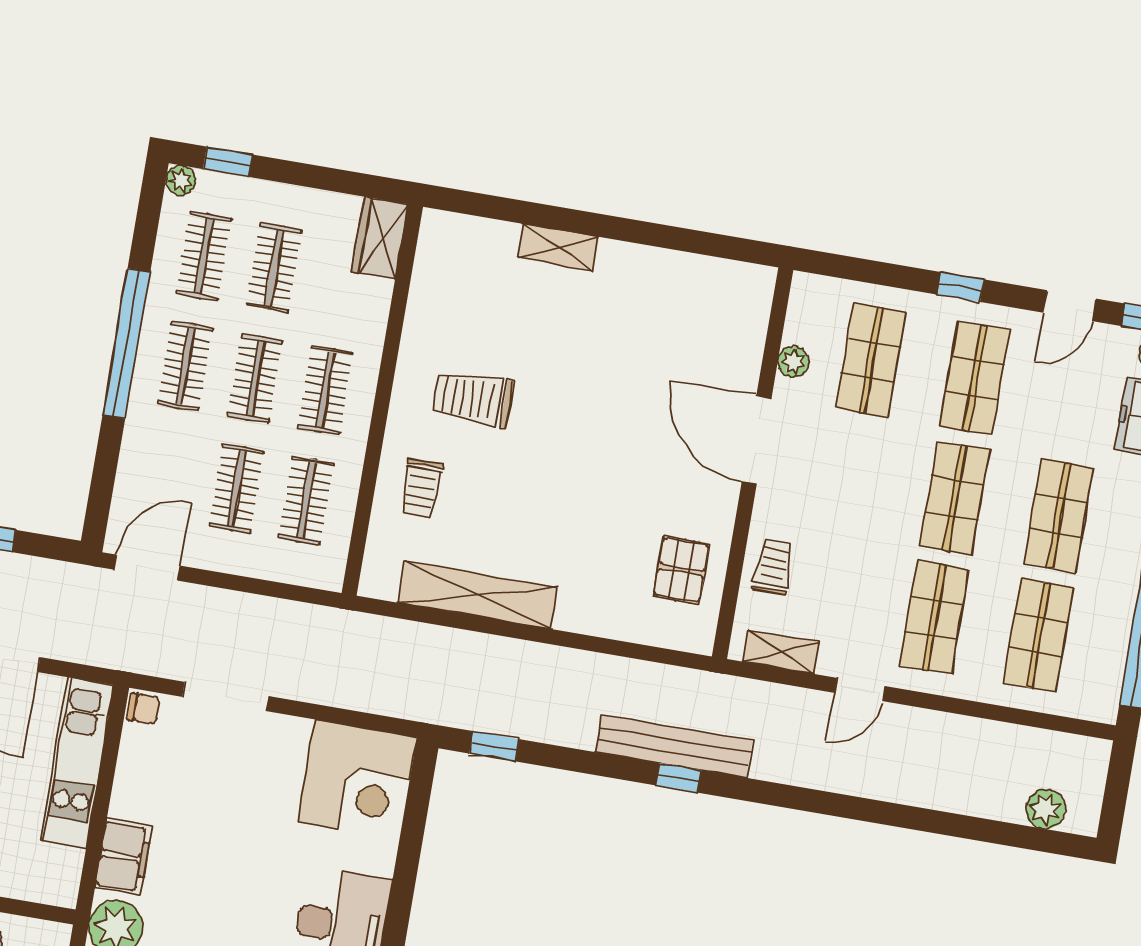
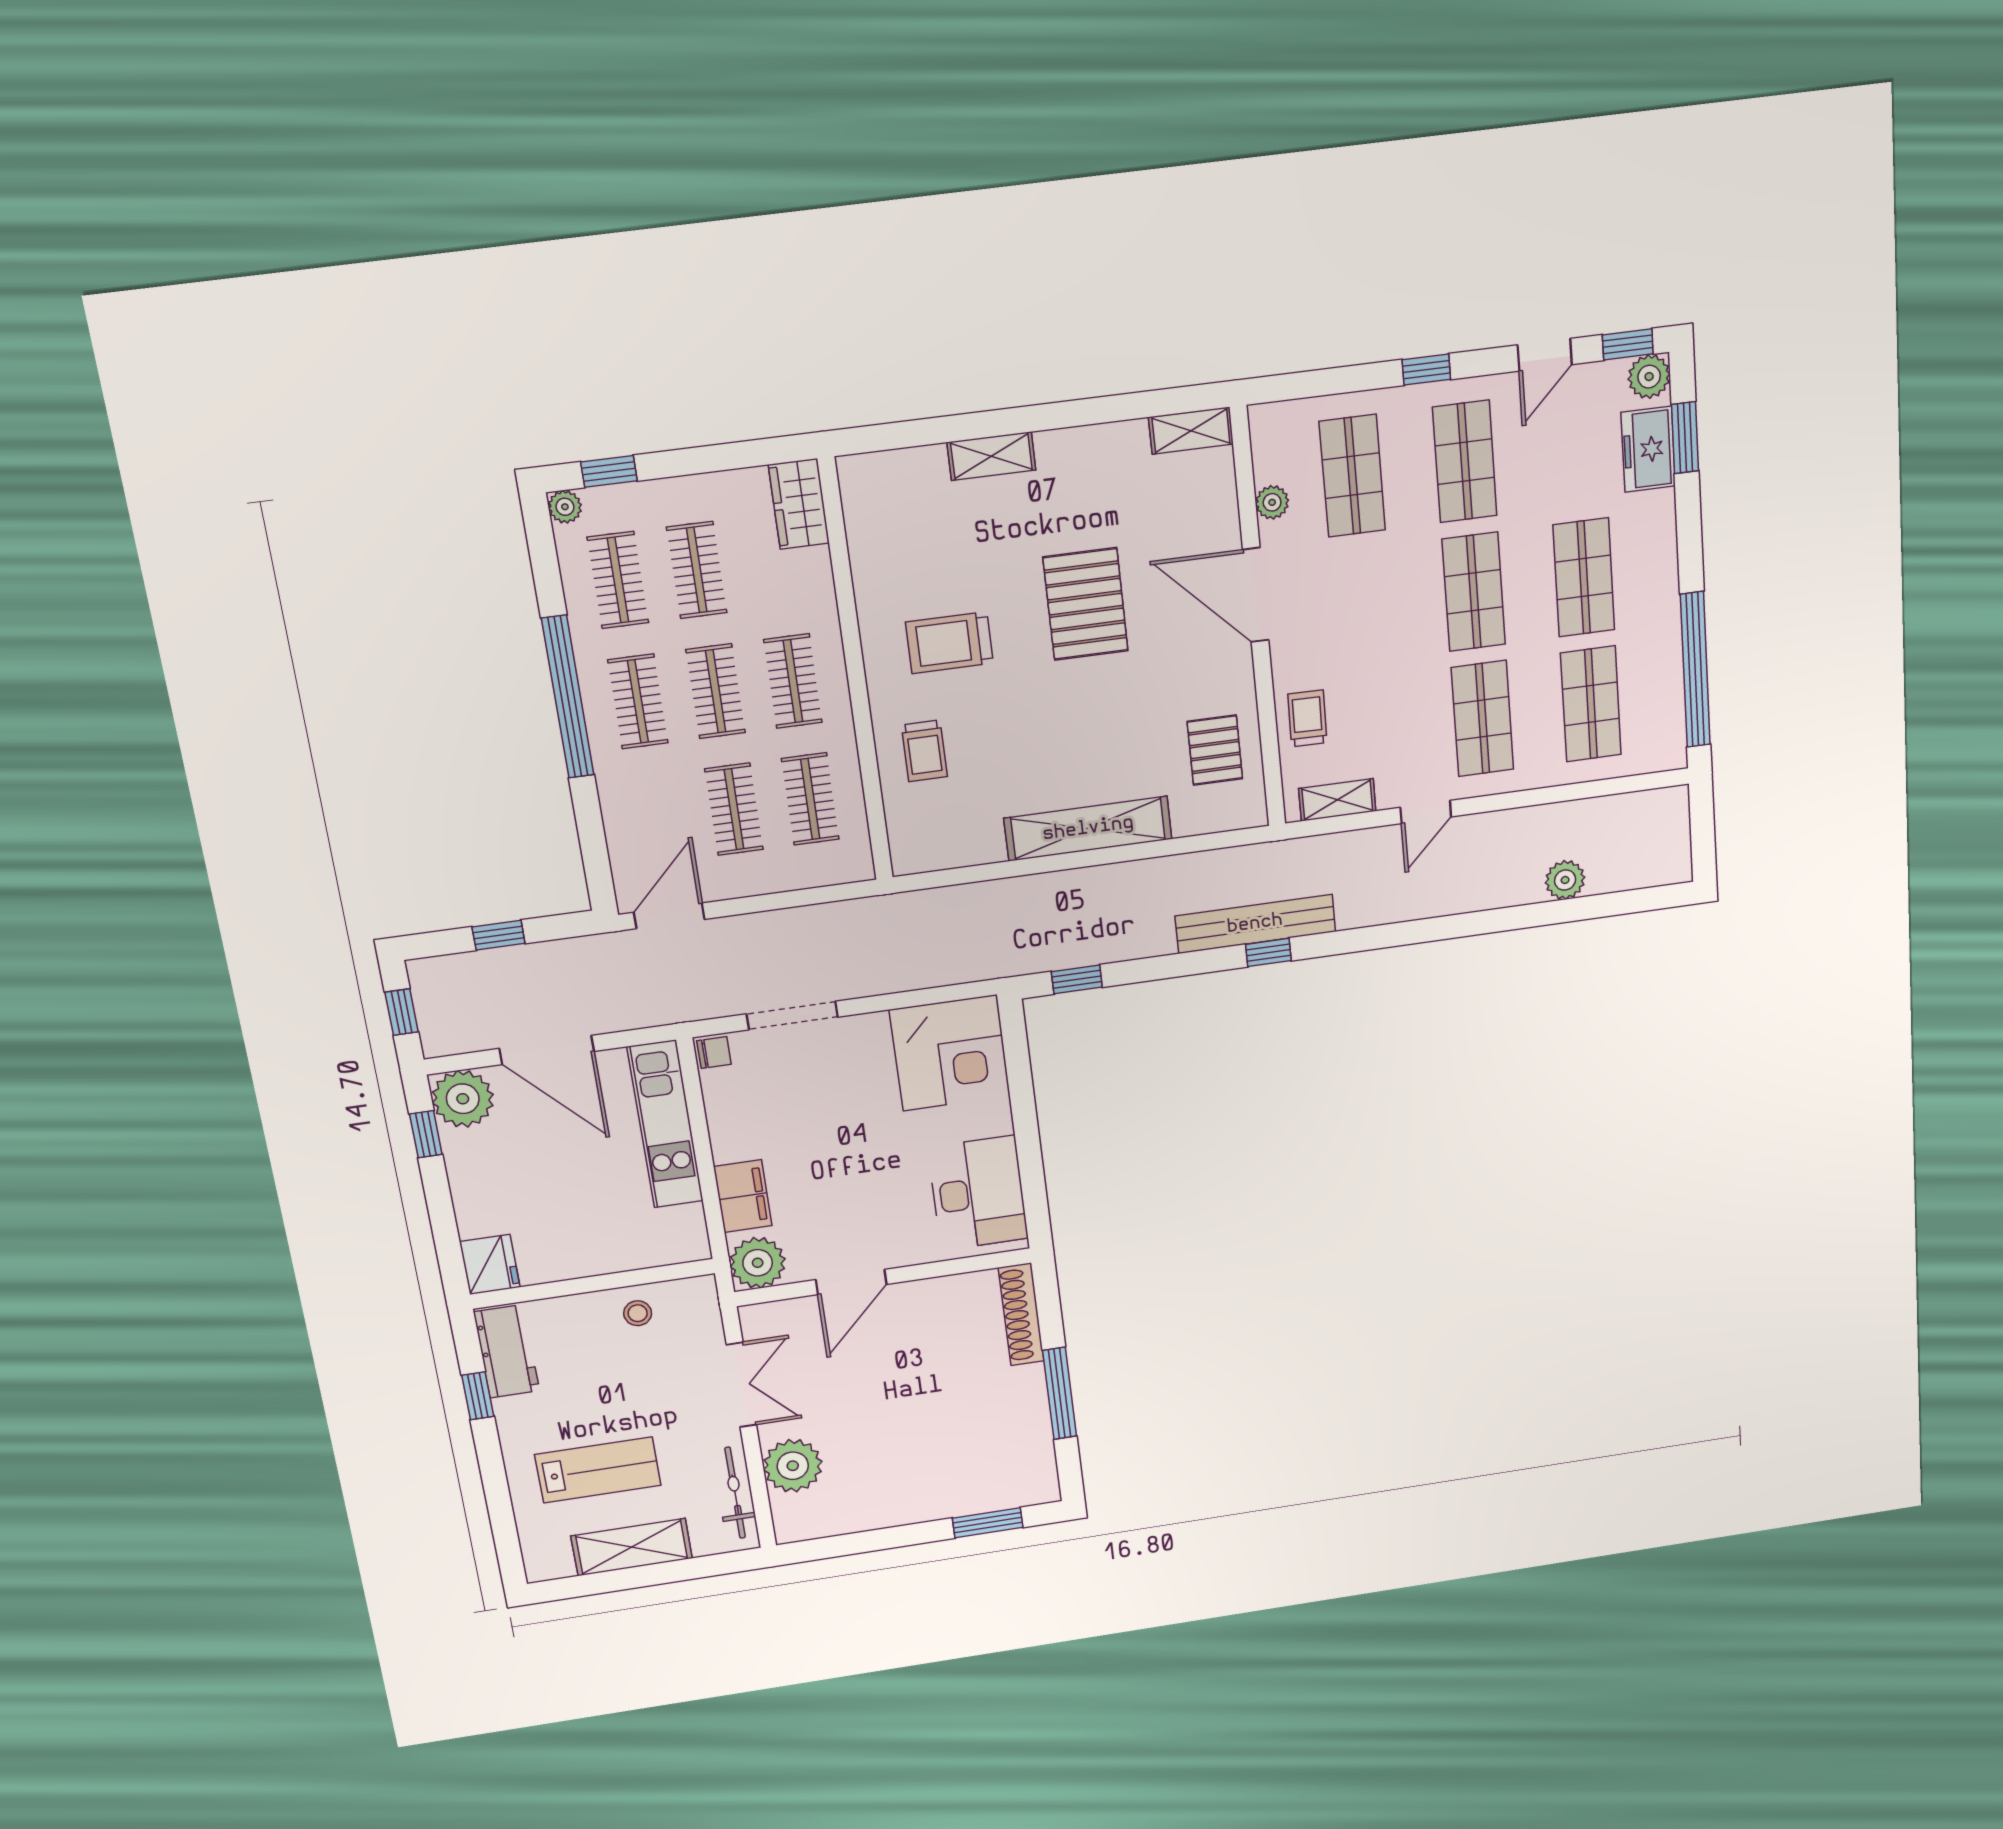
shelving: (739, 278) -> (1191, 431), added
pallet: (603, 401) -> (1086, 604), added
shelving: (478, 595) -> (1088, 829), moved
plant: (1046, 809) -> (1565, 880), moved

